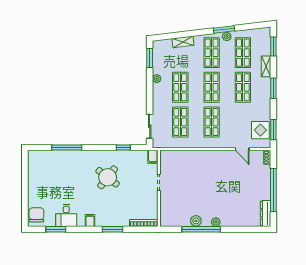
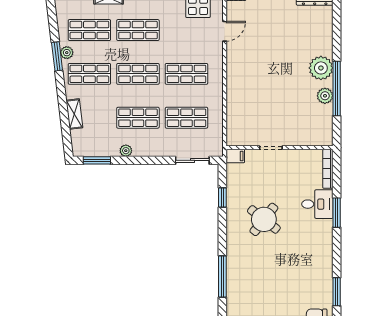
desk: (66, 215) -> (317, 204), moved
filing cabinet: (90, 220) -> (324, 244), removed
plant: (216, 222) -> (321, 68), width x1.87, depth x1.87

